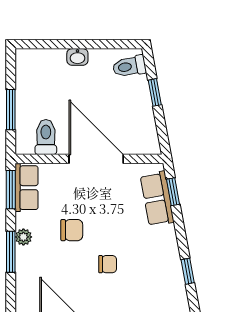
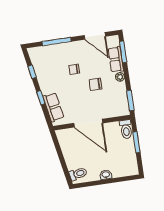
window: (155, 92) -> (63, 162), removed
toilet: (46, 137) -> (126, 129), moved
row of seats: (26, 188) -> (116, 59), moved
window: (173, 192) -> (41, 98), moved
window: (11, 252) -> (123, 52), moved

